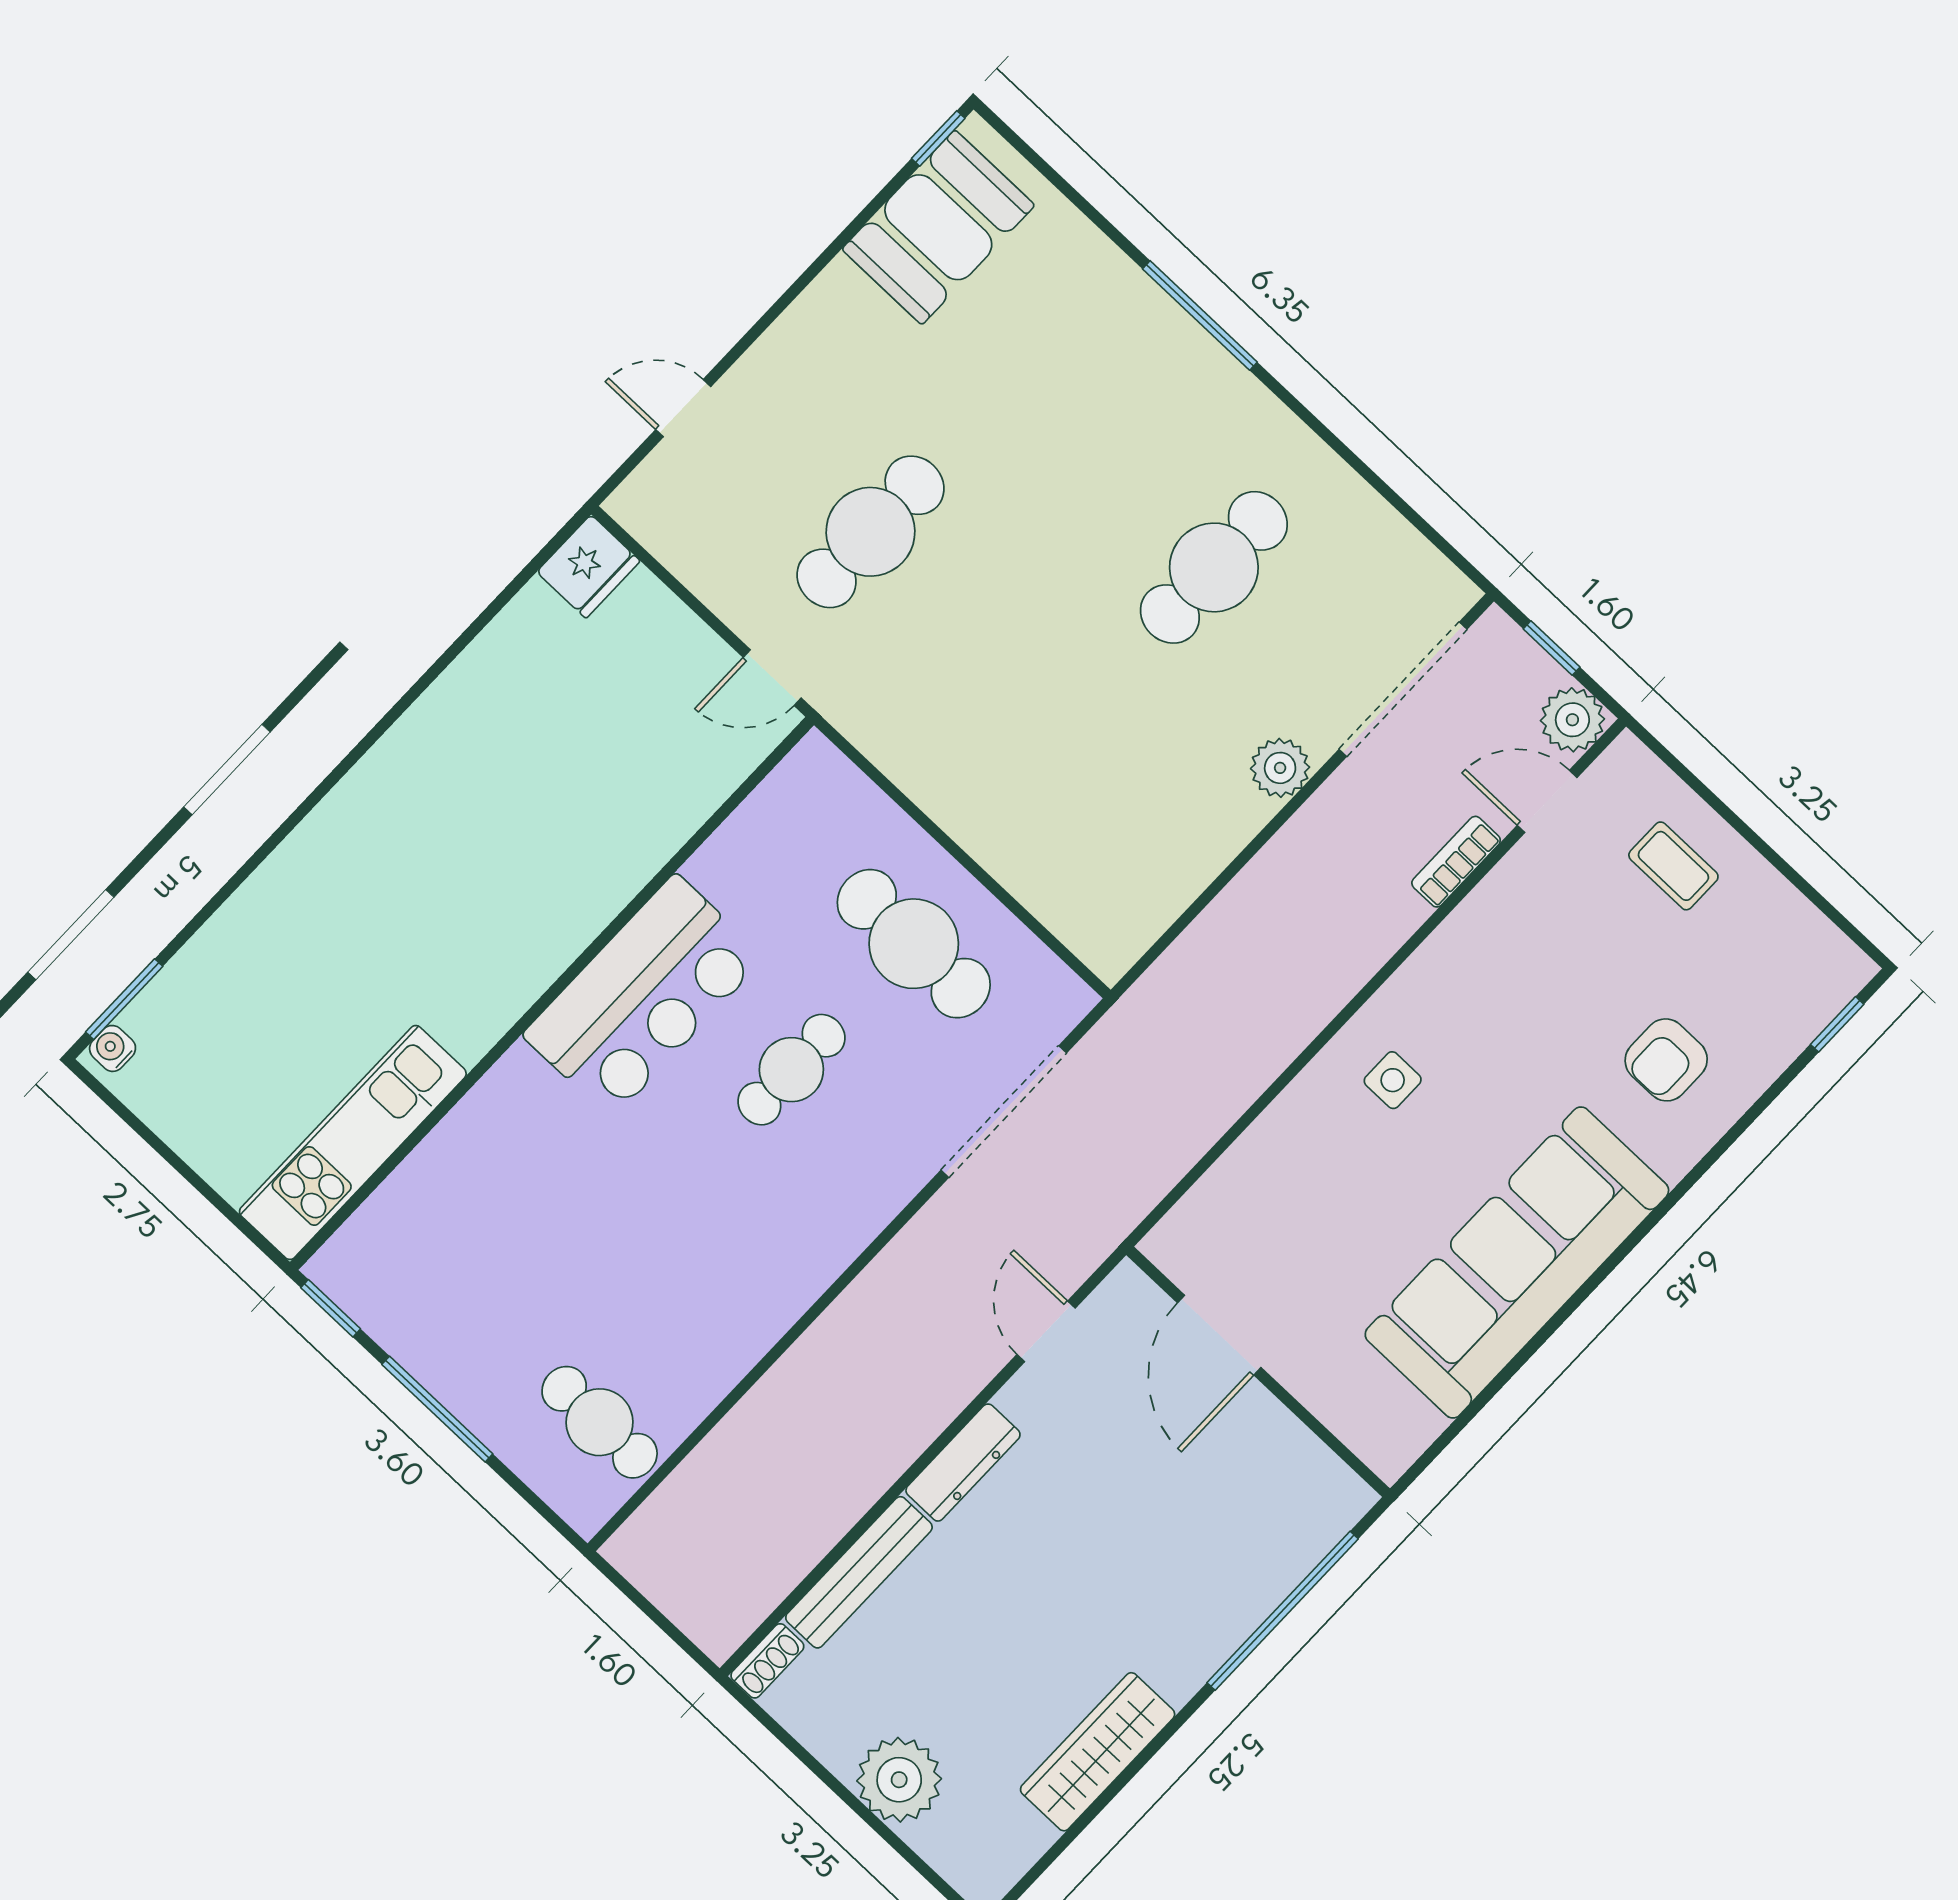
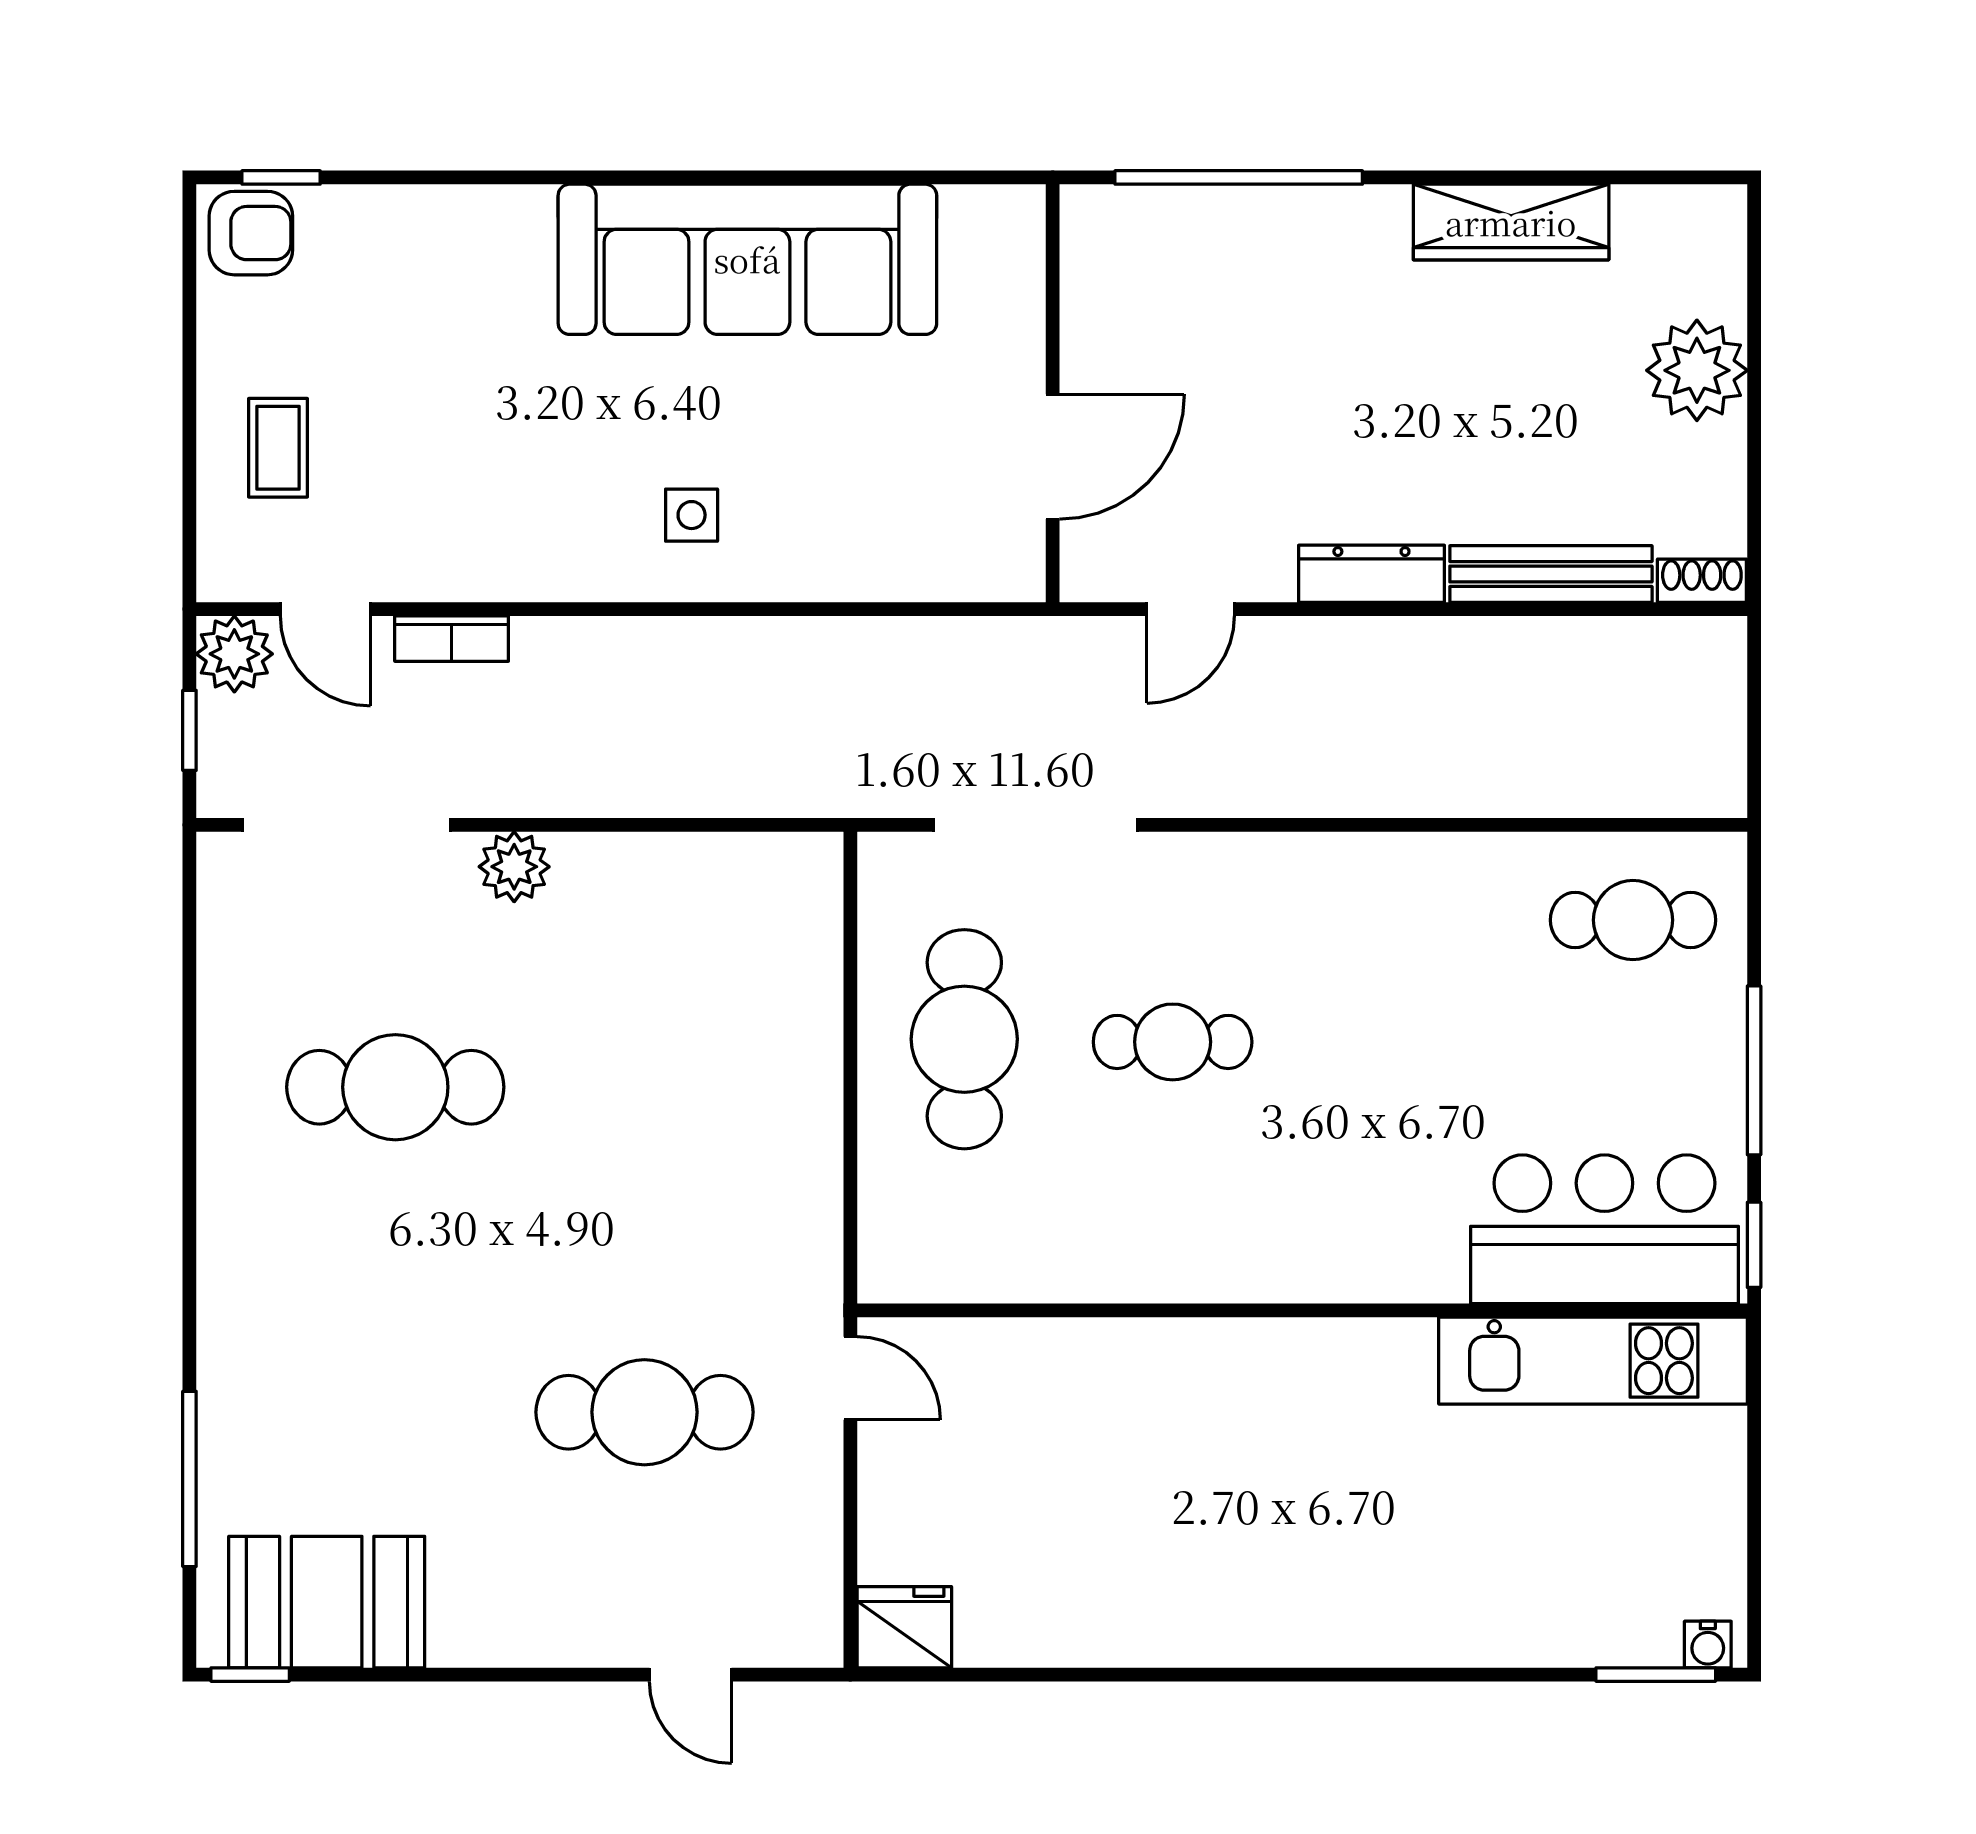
window: (1200, 315) -> (189, 1479), moved
bar counter: (644, 996) -> (1604, 1229), moved
armchair: (1666, 1060) -> (251, 233), moved
cafe table: (600, 1422) -> (1633, 920), turned 90

